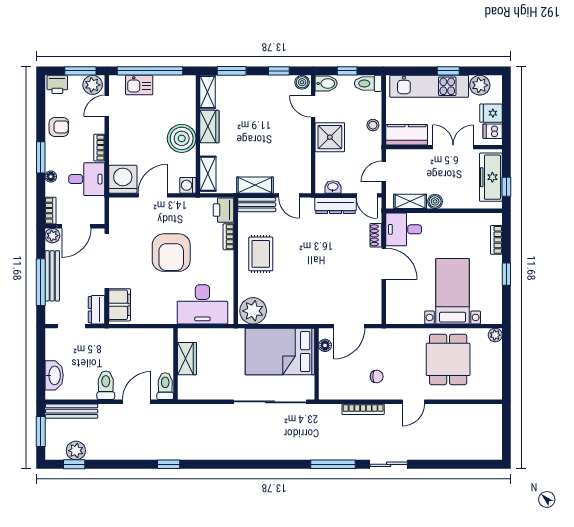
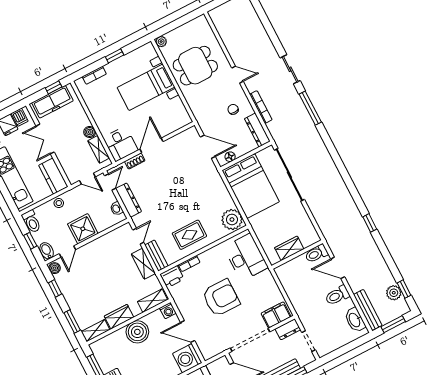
washbasin: (54, 375) -> (355, 320), moved, turned -90
dresser: (339, 392) -> (257, 130), added

